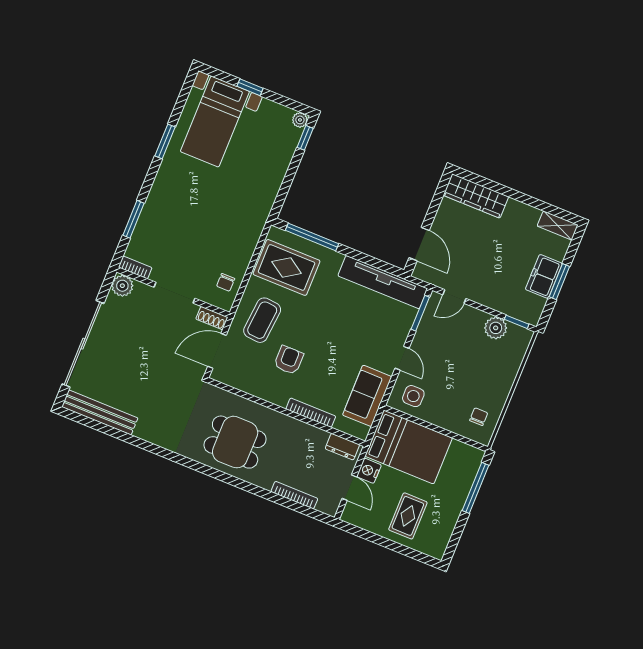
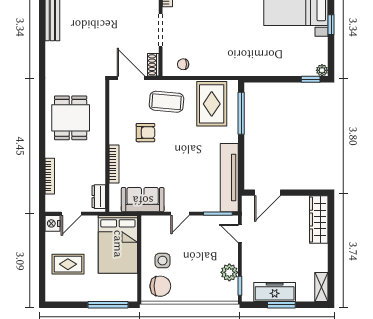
freezer: (544, 276) -> (275, 292), width x1.40
side table: (413, 396) -> (163, 261), moved
chair: (479, 417) -> (160, 286), width x1.87, depth x1.87
nightstand: (369, 471) -> (52, 223), moved, turned -90

